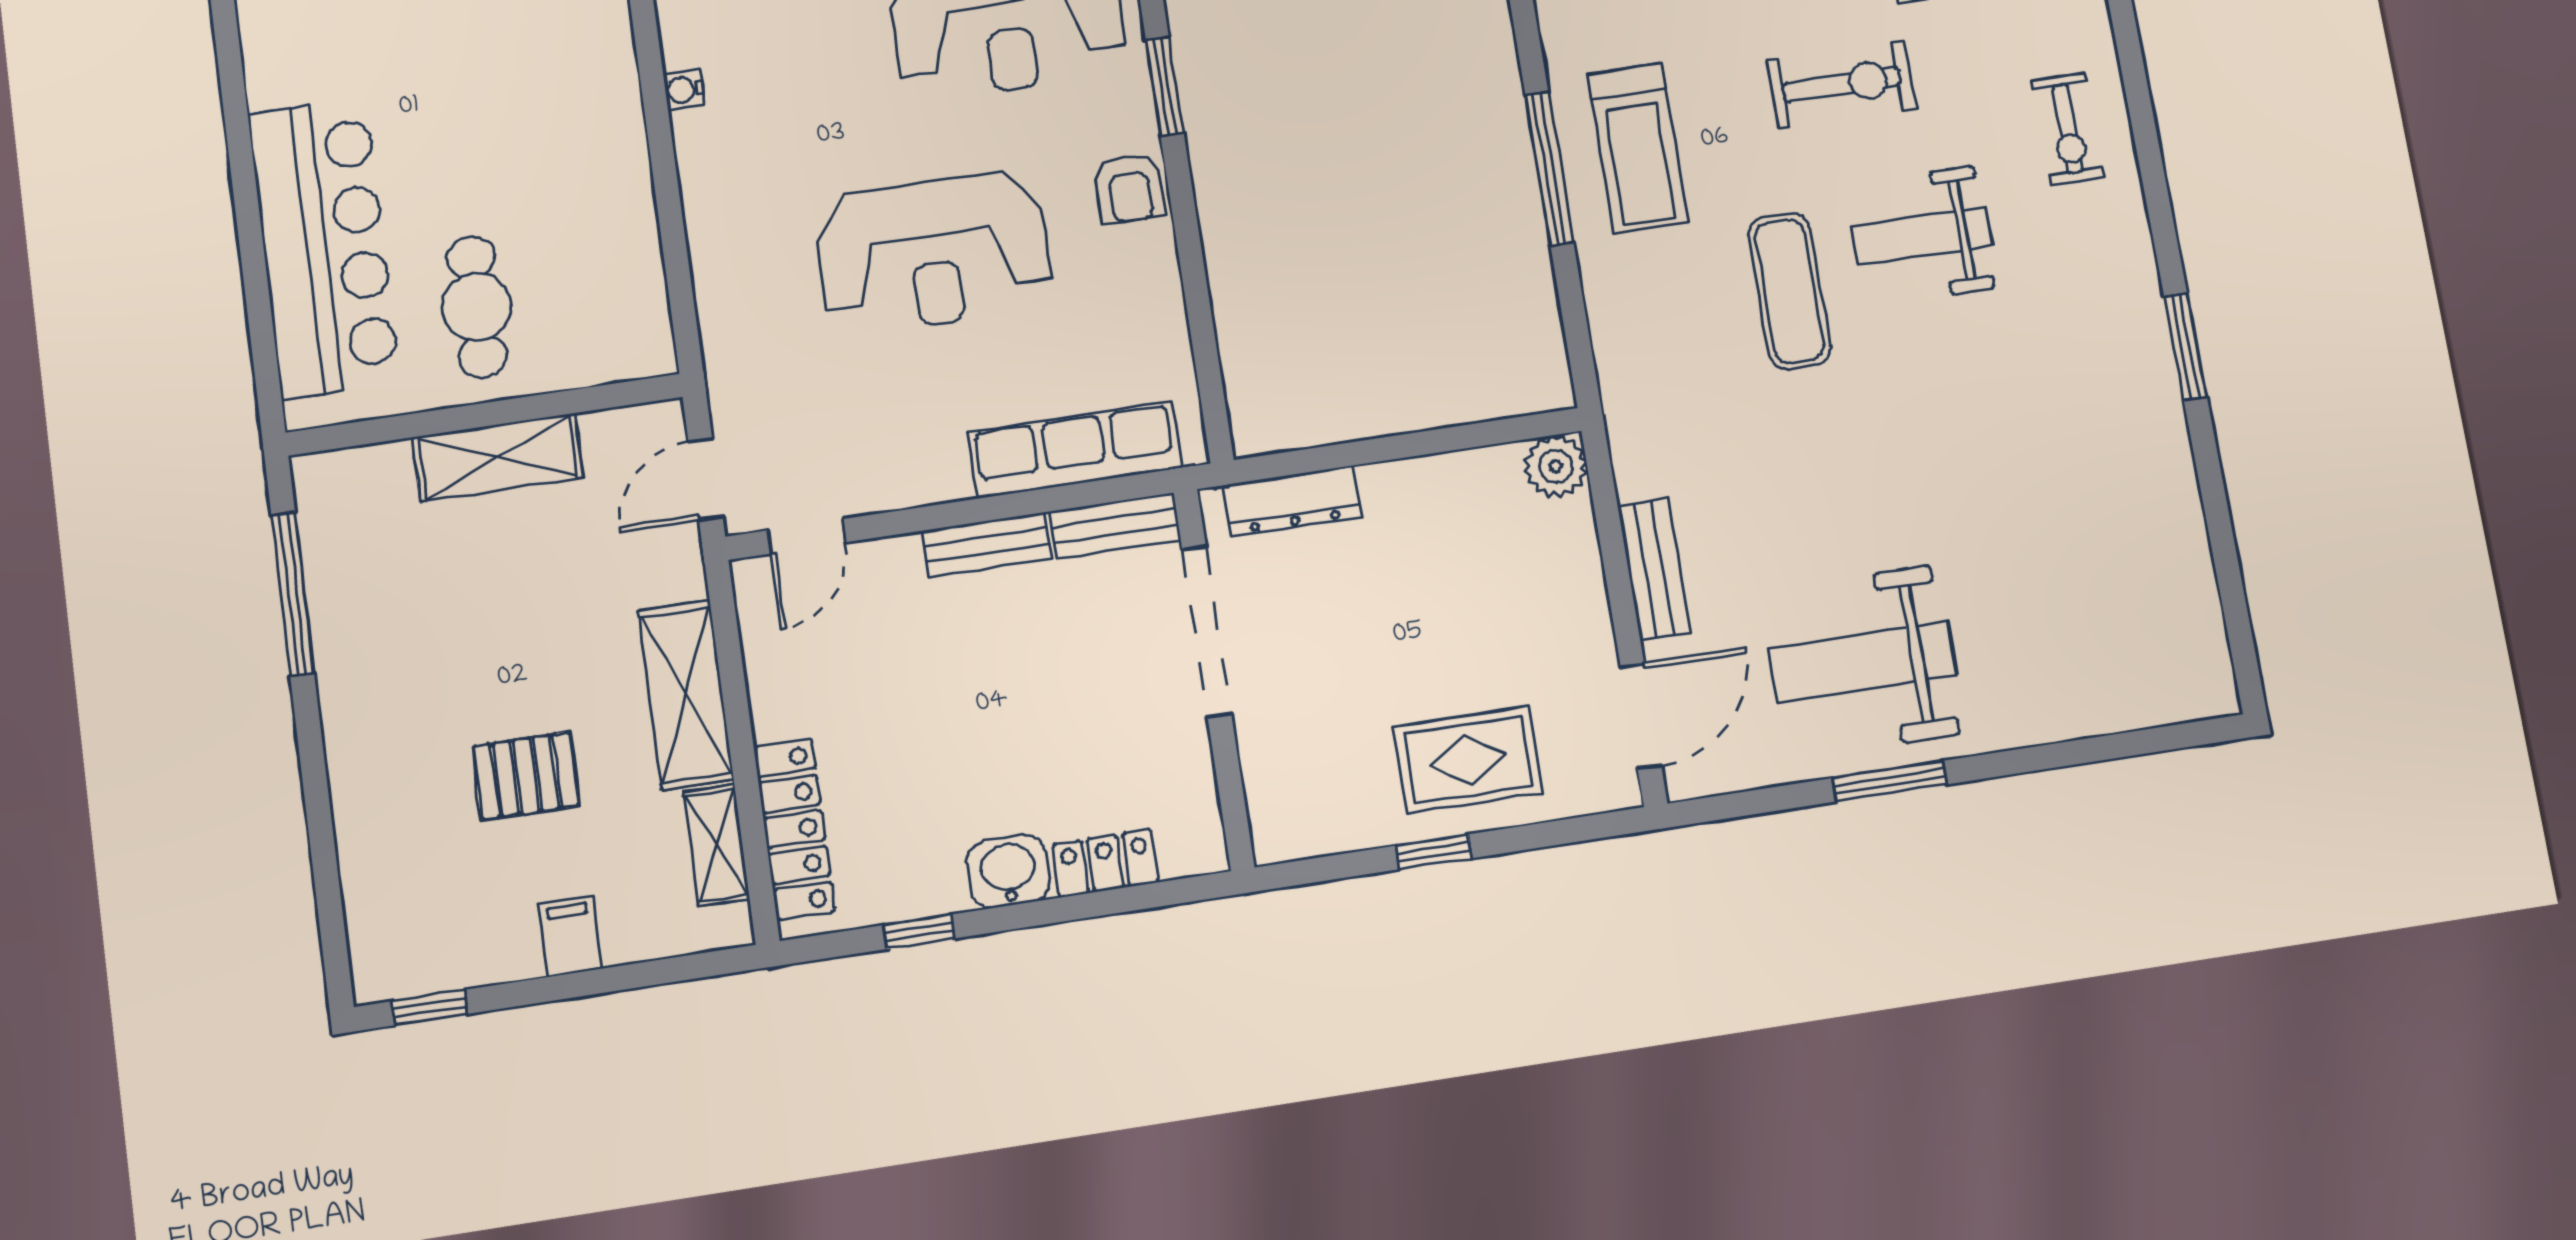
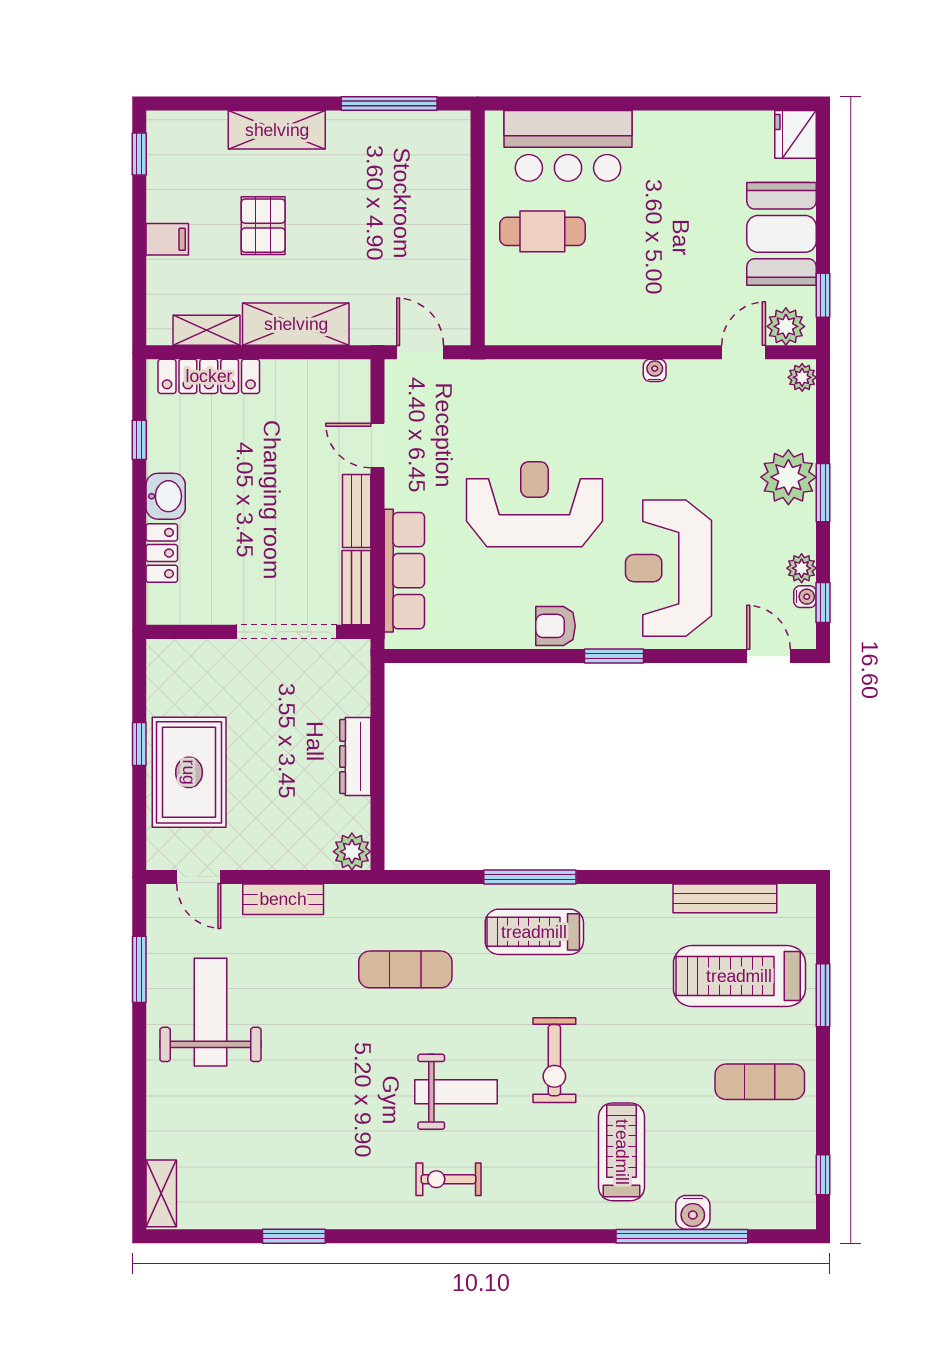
exercise bike: (2068, 129) -> (448, 1179), moved
weight bench: (1922, 236) -> (456, 1092), turned 90
bar counter: (324, 248) -> (568, 146), width x0.73
reception desk: (933, 252) -> (534, 504), turned 90
exercise mat: (1789, 291) -> (405, 969), moved
window: (2185, 347) -> (294, 1236), moved
shelving: (498, 457) -> (277, 130), moved, turned 90
dresser: (1292, 501) -> (355, 756), moved
door: (807, 536) -> (378, 446), moved
shelving: (2179, 698) -> (161, 1193), added
door: (1641, 716) -> (199, 877), width x0.73
rug: (1468, 760) -> (189, 772), width x1.36, depth x1.43
window: (1890, 781) -> (139, 969), moved

